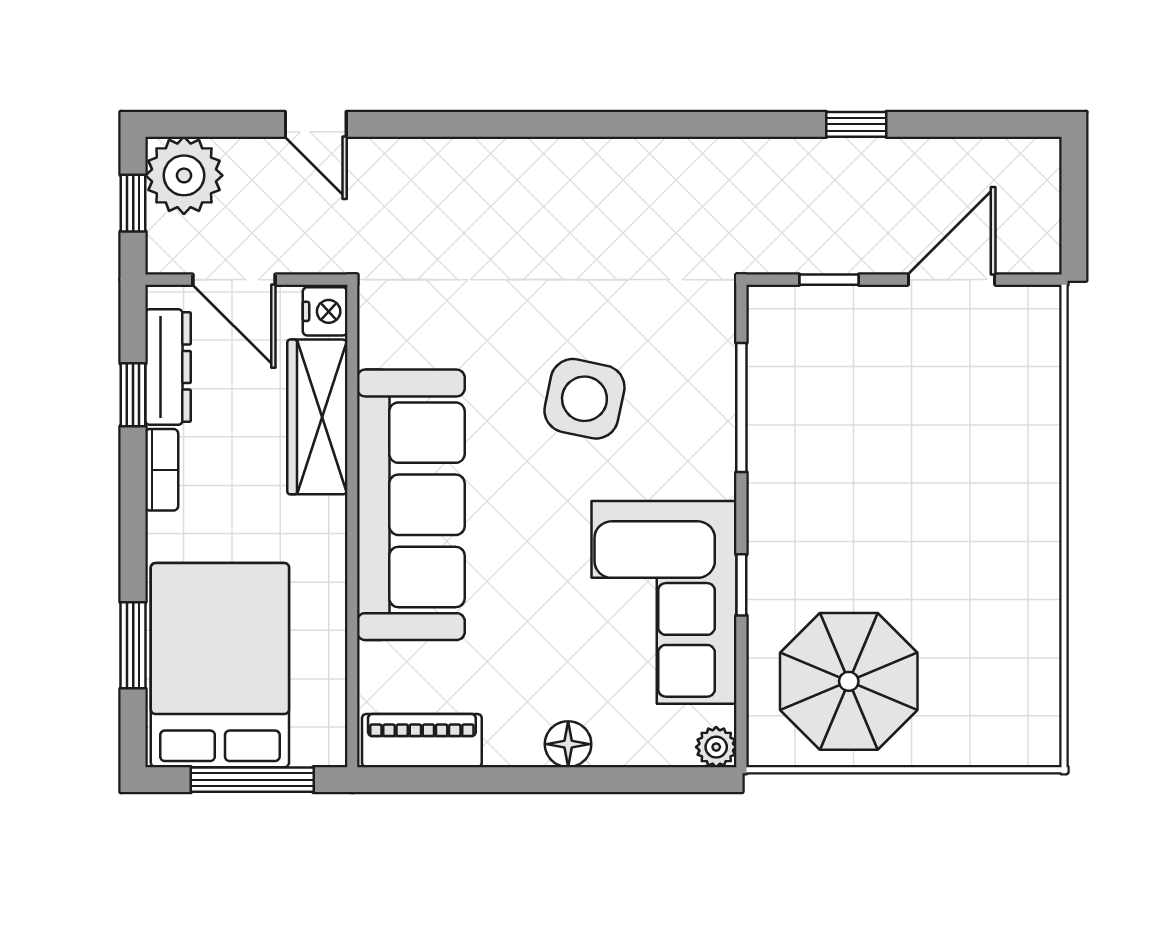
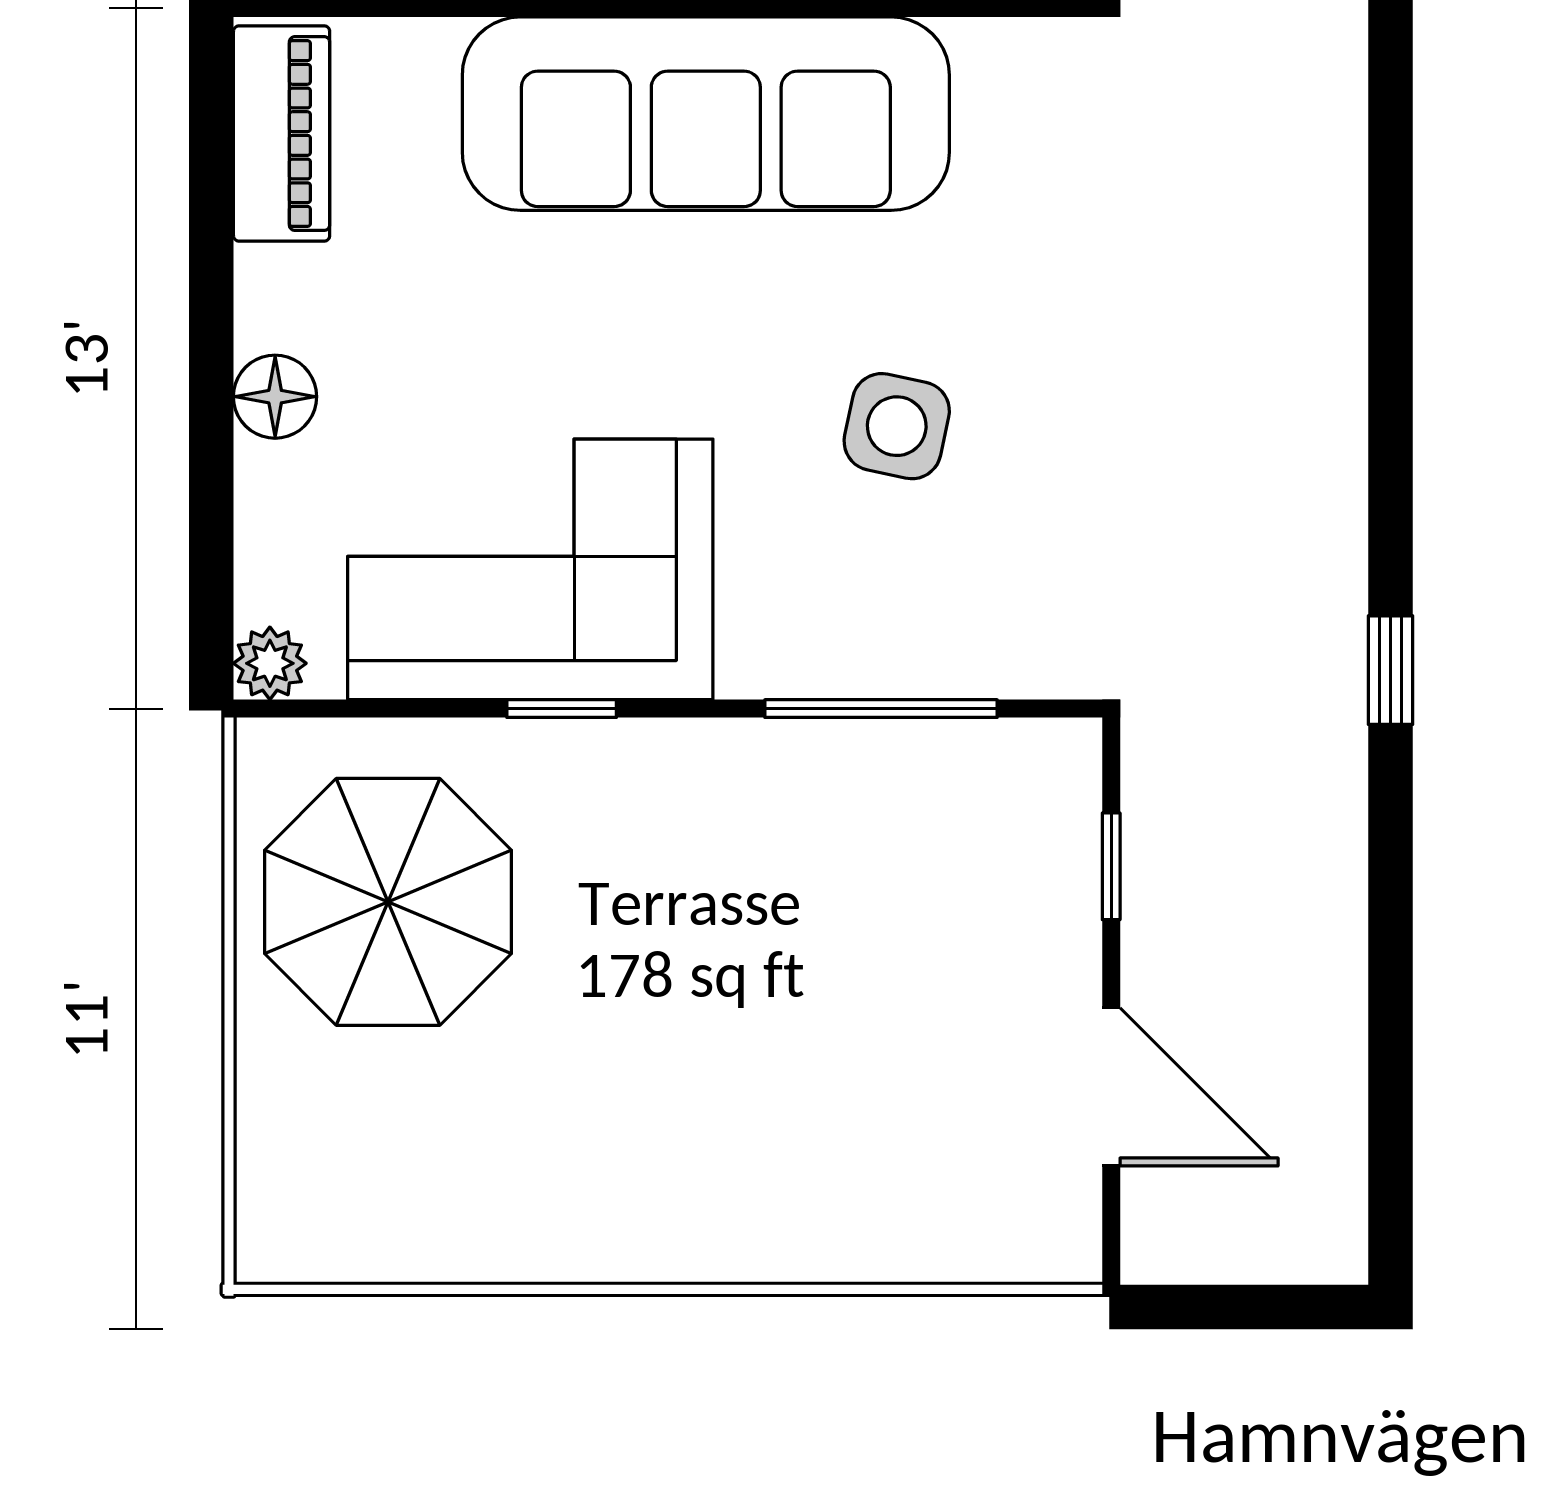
window: (856, 124) -> (1391, 670), moved
side table: (584, 399) -> (897, 426), width x0.73, depth x0.73

